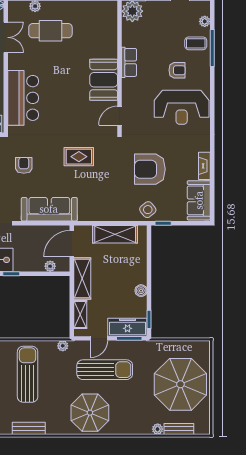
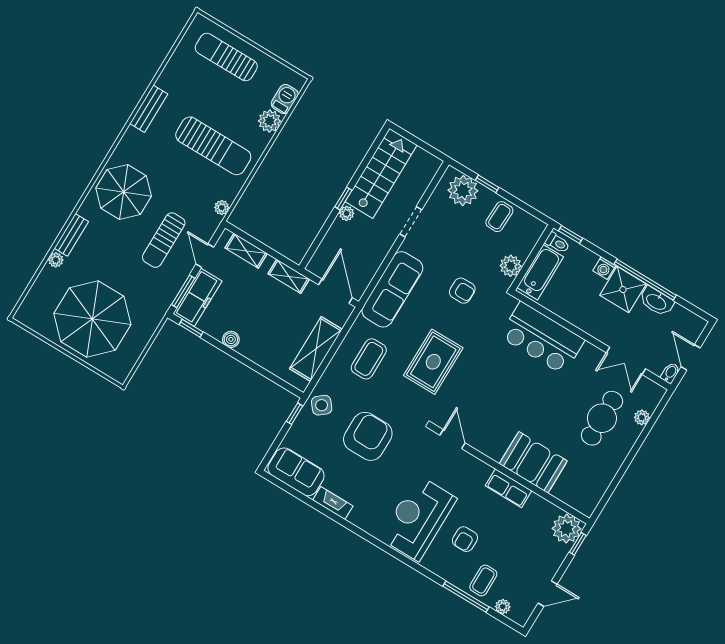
booth: (104, 80) -> (533, 462), moved
rug: (79, 157) -> (433, 362), width x1.36, depth x1.43
coffee table: (101, 198) -> (369, 359), added
plant: (50, 266) -> (347, 213), moved
shelving: (82, 278) -> (289, 276), width x0.67, depth x0.75
sun lounger: (105, 370) -> (164, 240), width x0.73, depth x0.75
bench: (179, 429) -> (71, 235), moved

